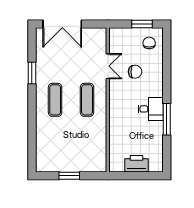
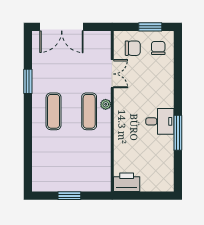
chair: (135, 72) -> (133, 48), moved
plant: (102, 94) -> (106, 104), added
printer: (137, 164) -> (127, 182), moved

